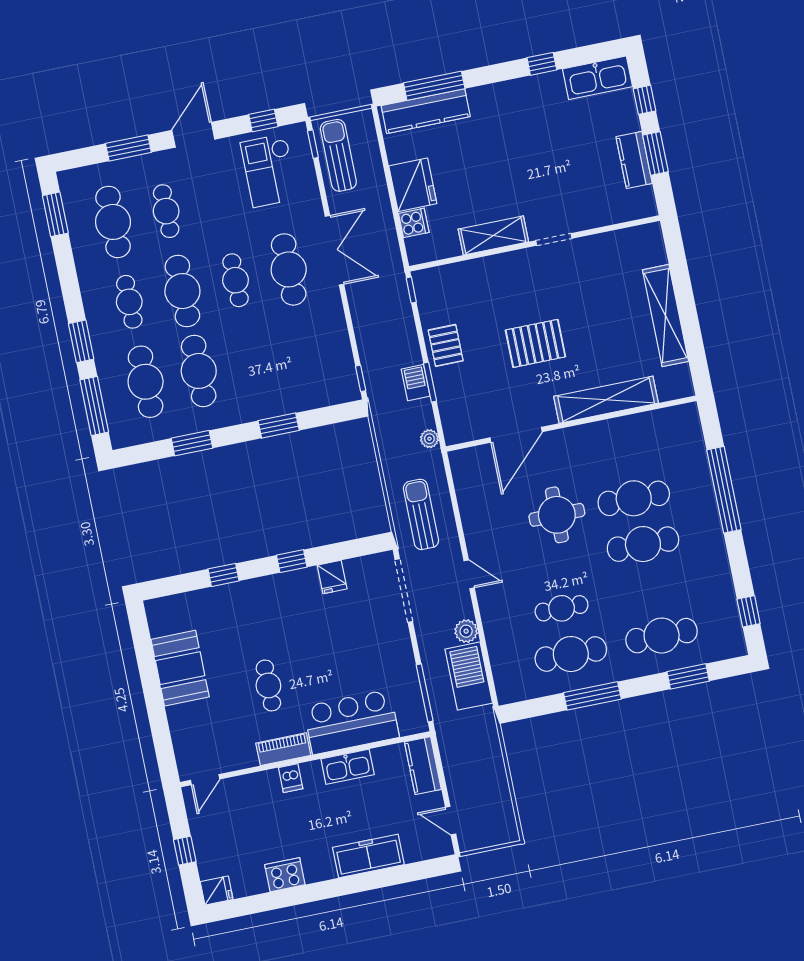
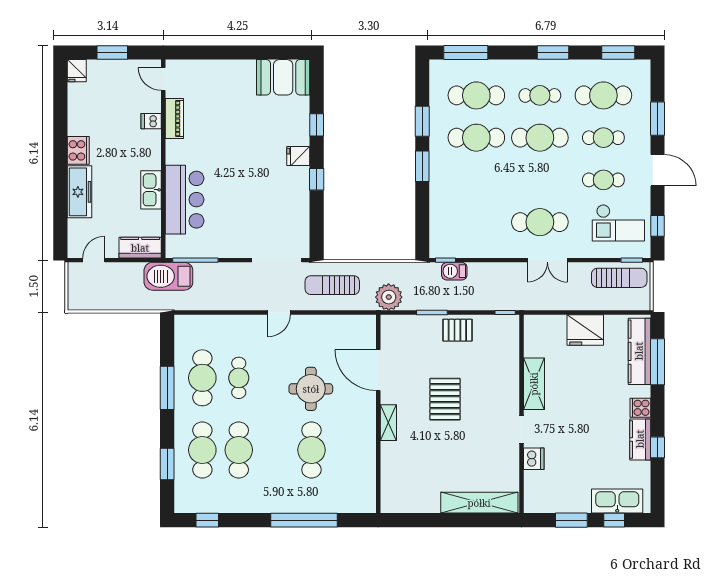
kitchen sink: (597, 78) -> (617, 501), moved, turned 90
kitchen counter: (634, 160) -> (640, 439), moved, turned -90
checkout: (269, 171) -> (618, 223), turned 180
dishwasher: (588, 217) -> (534, 459), added
cooker: (414, 223) -> (640, 408), moved, turned 90
double door: (335, 250) -> (547, 260), width x0.73
cafe table: (236, 280) -> (603, 180), moved
shelving: (665, 316) -> (479, 503), moved
window: (81, 341) -> (553, 53), moved
barbecue: (416, 383) -> (454, 271), moved, turned 180
shelving: (606, 400) -> (388, 423), width x0.45, depth x0.75
window: (279, 425) -> (422, 166), moved
plant: (429, 439) -> (389, 297), width x1.88, depth x1.88
sun lounger: (421, 514) -> (332, 285), turned 180
cafe table: (643, 544) -> (239, 450), moved
fridge: (332, 577) -> (298, 156), moved
plant: (466, 631) -> (236, 301), removed
booth: (180, 668) -> (283, 77), moved
barbecue: (469, 676) -> (168, 276), moved, turned 180
cafe table: (268, 685) -> (225, 142), removed
piano: (283, 749) -> (174, 119), moved
dishwasher: (291, 778) -> (151, 121), moved
window: (185, 851) -> (112, 53), width x1.50
cooker: (285, 875) -> (78, 150), moved

